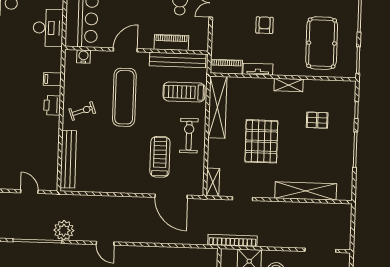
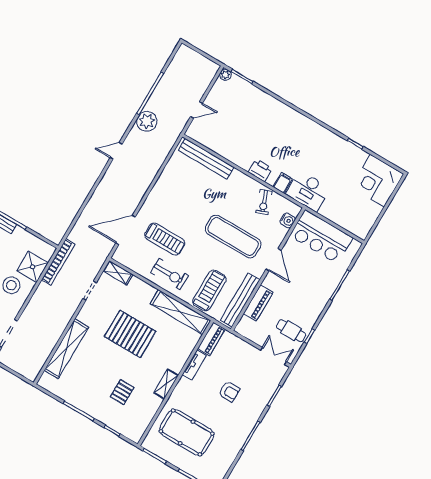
desk: (48, 28) -> (308, 191), moved
exercise bike: (82, 111) -> (264, 202), moved

